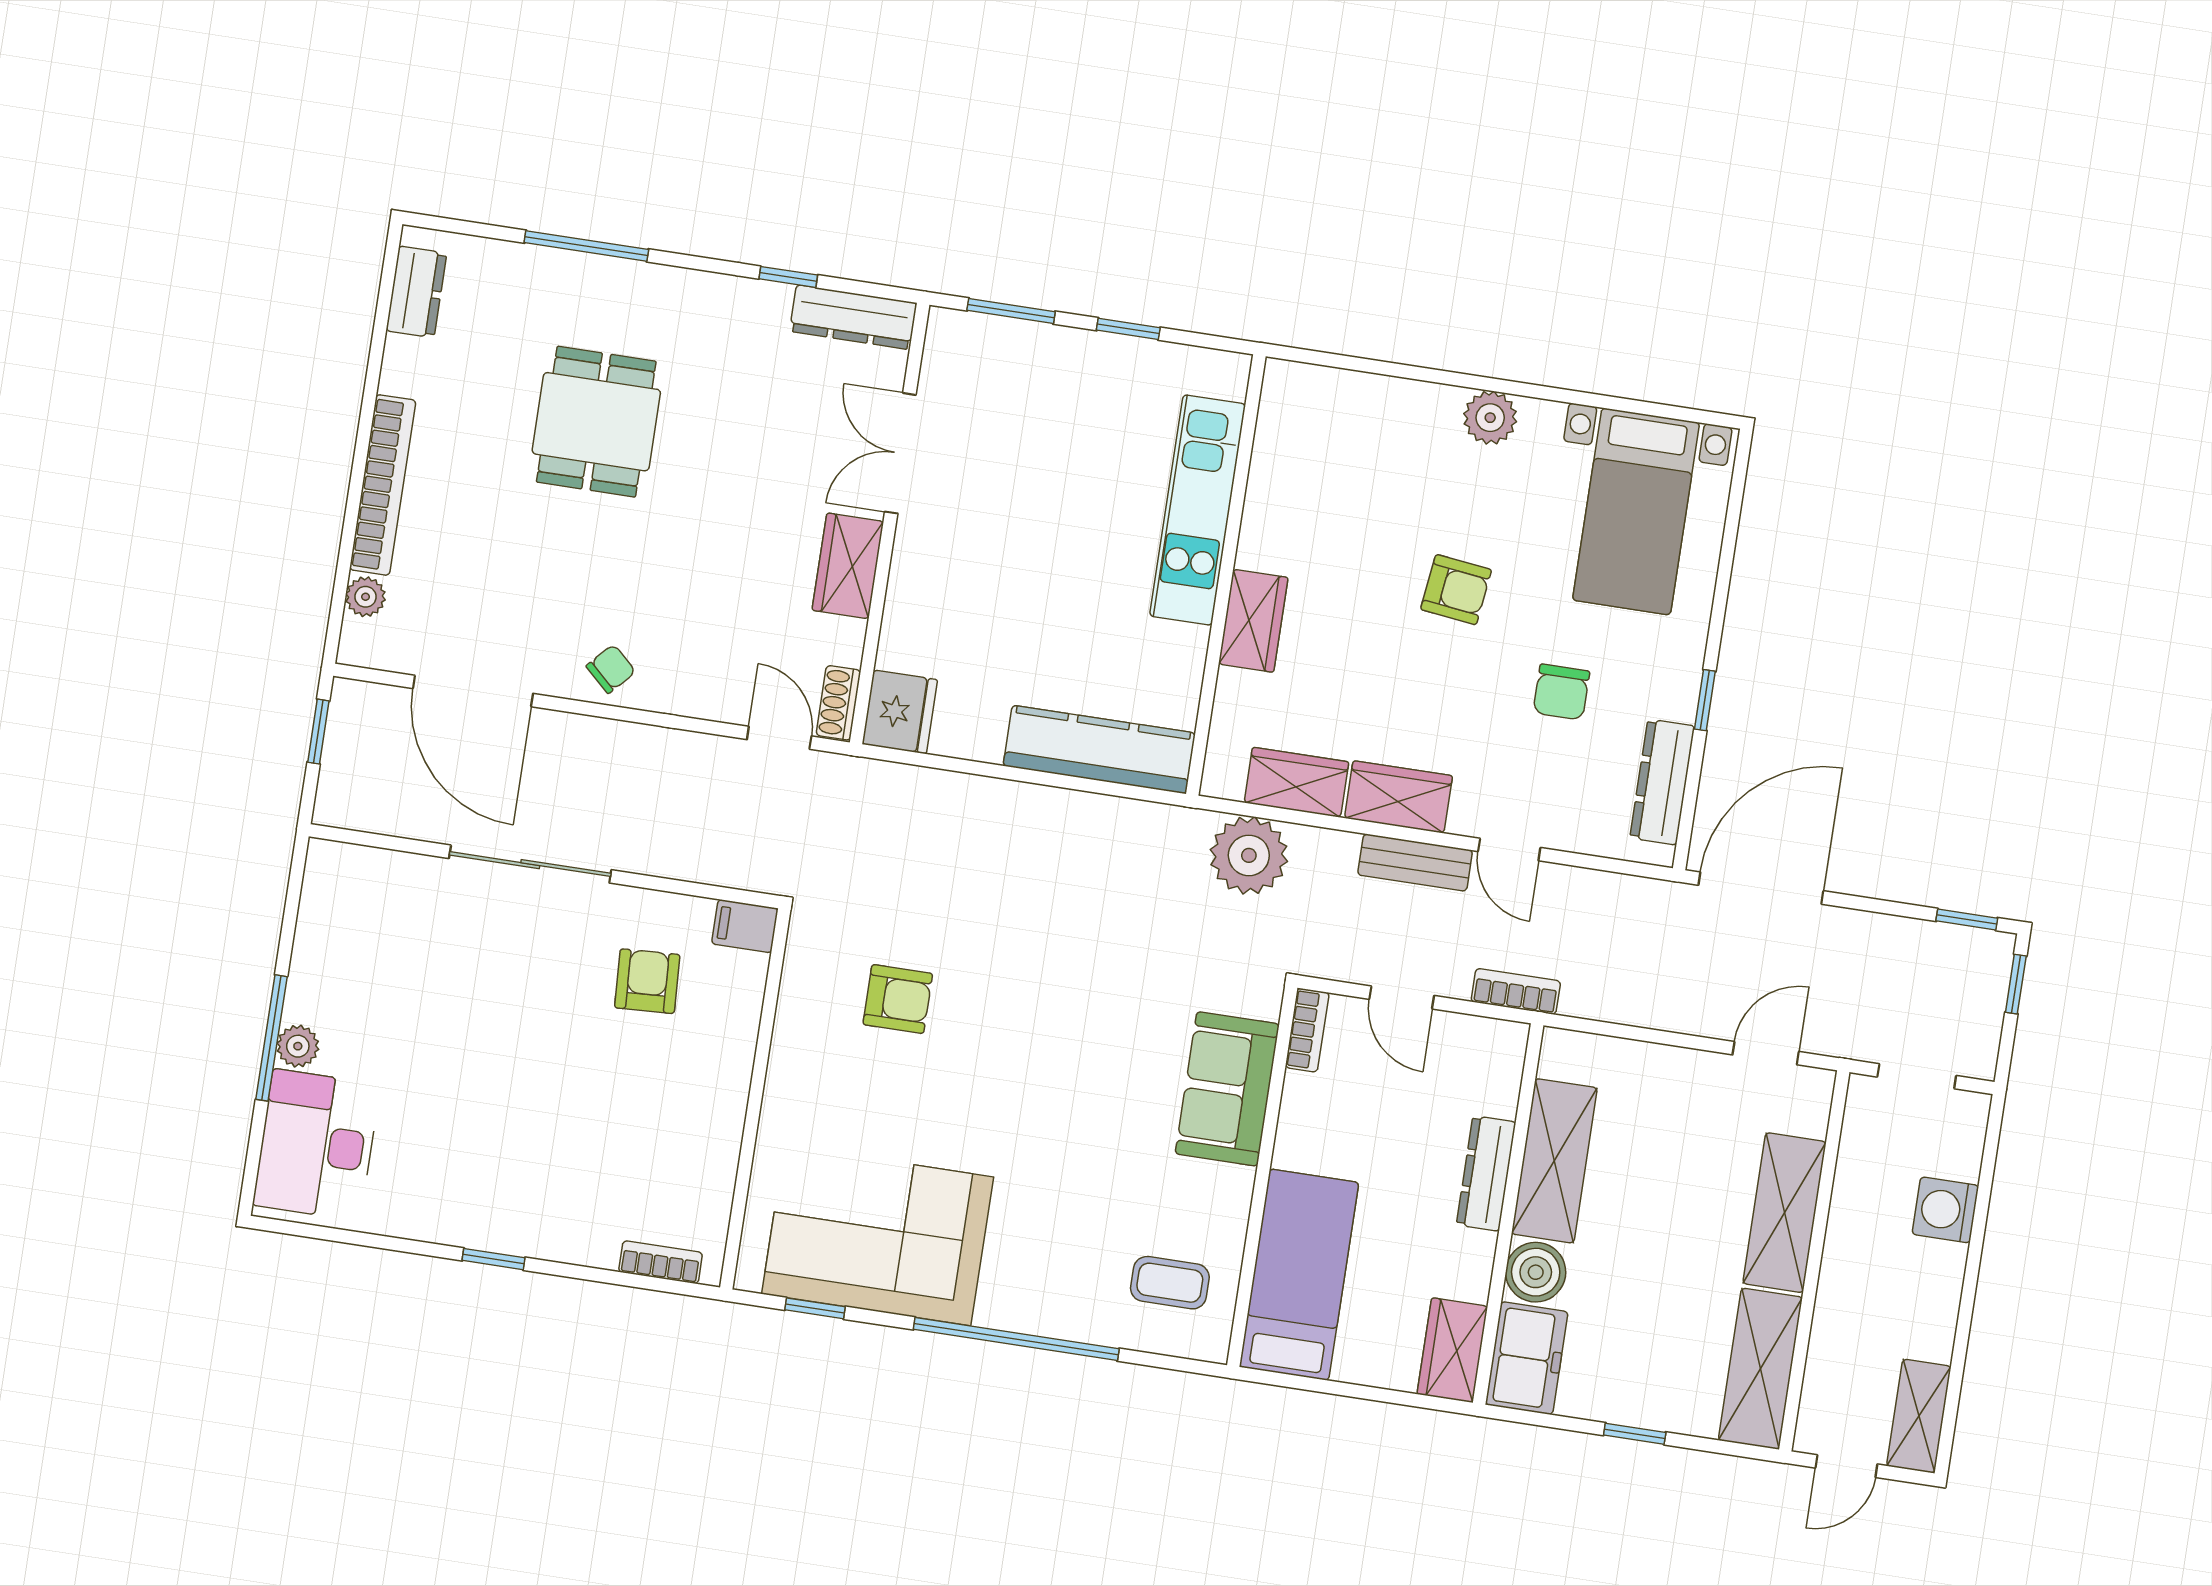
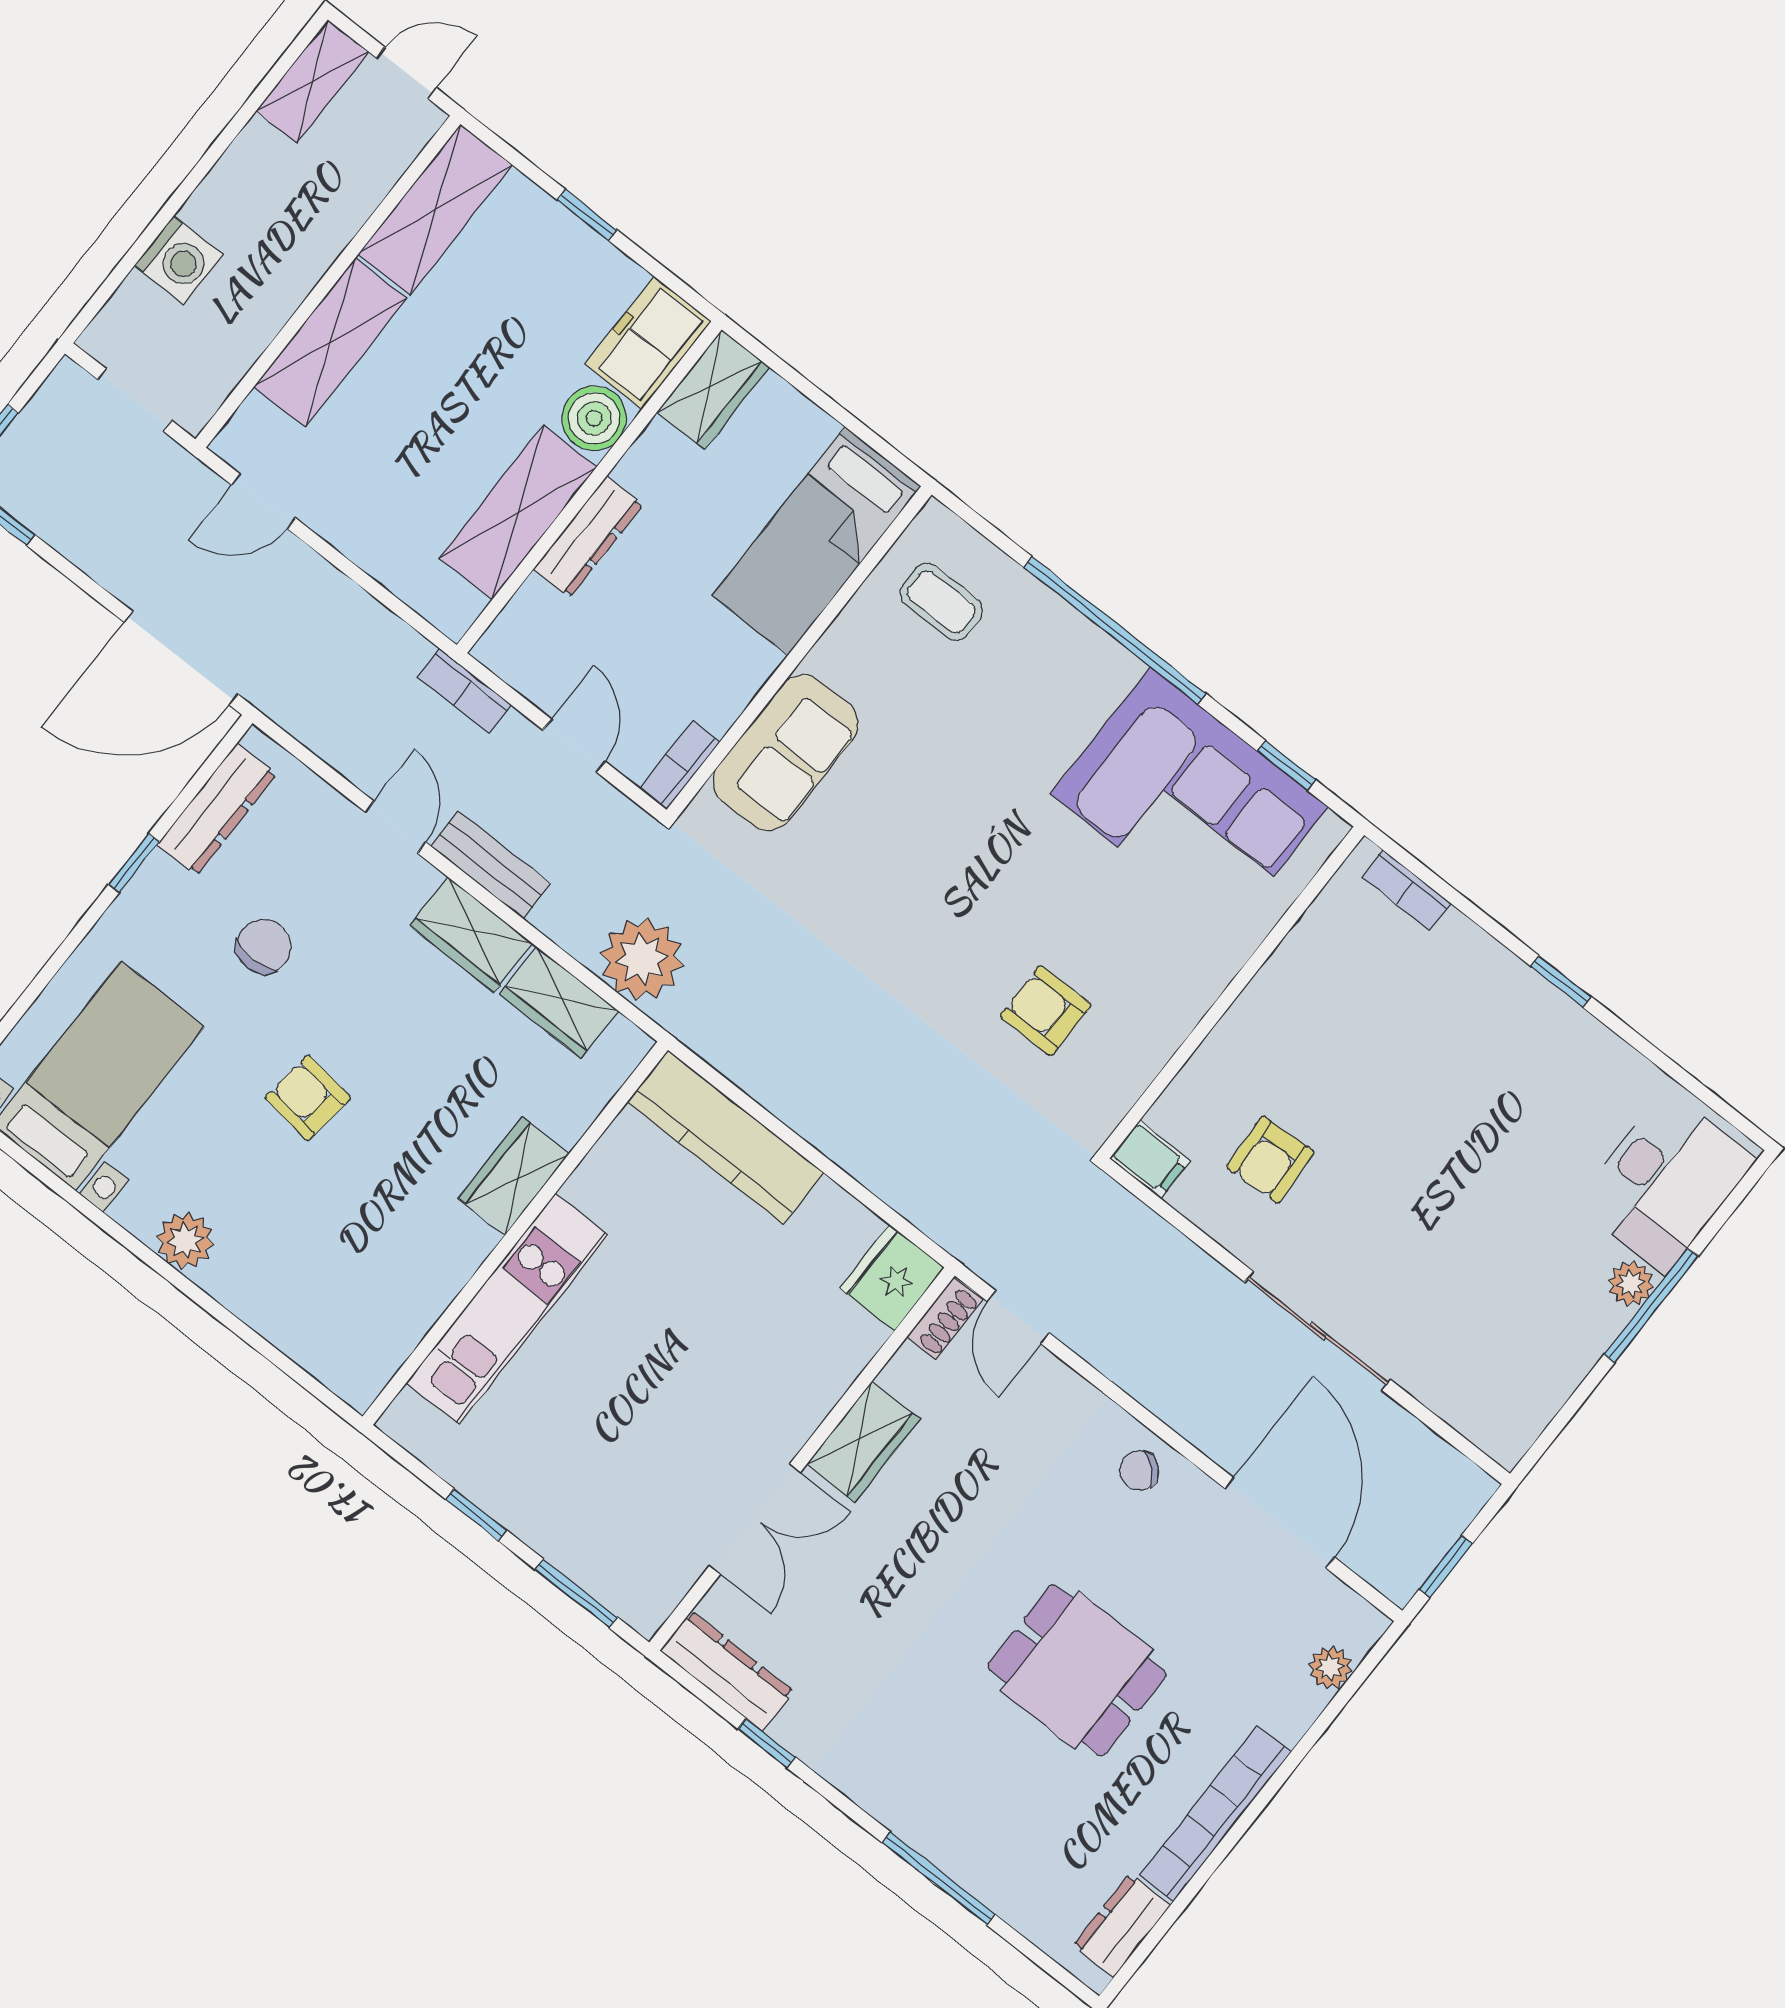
dining table: (596, 422) -> (1077, 1670), moved, turned 90
bookcase: (383, 485) -> (1215, 1813), moved

